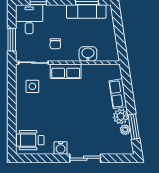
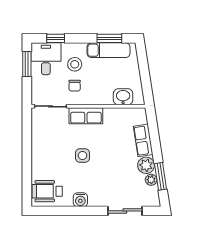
stool: (55, 24) -> (75, 64), added
window: (12, 40) -> (27, 64), moved
washbasin: (88, 54) -> (123, 97), moved
side table: (32, 86) -> (82, 155), moved
sliding door: (85, 158) -> (125, 211), moved

